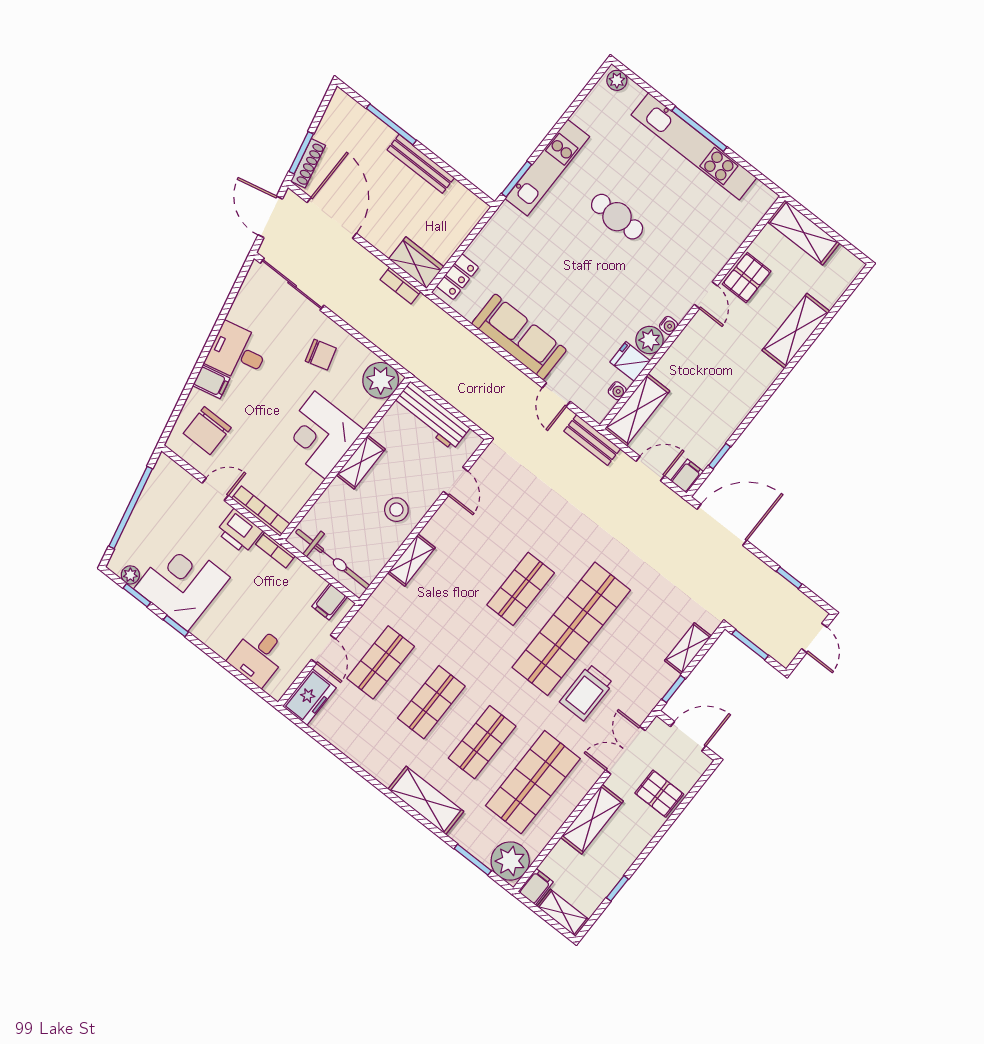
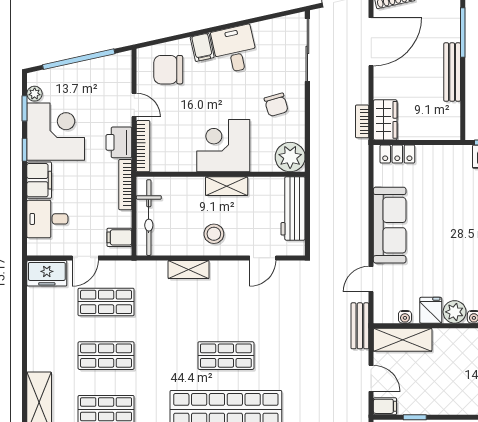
bookcase: (275, 550) -> (125, 185), width x1.56
filing cabinet: (216, 635) -> (39, 180), added

